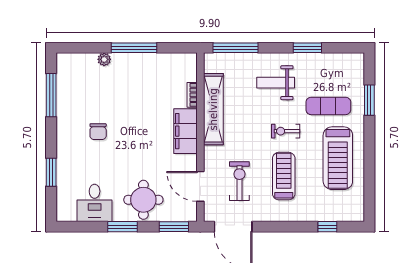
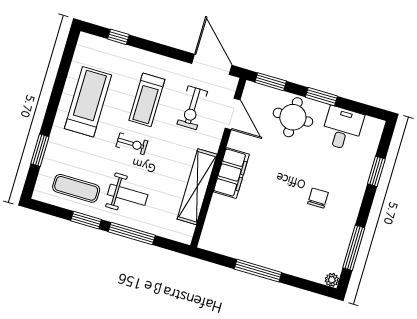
window: (236, 48) -> (132, 234), moved
plant: (104, 59) -> (332, 280), moved
bookcase: (192, 95) -> (214, 207), removed
exercise mat: (328, 106) -> (76, 188), moved

